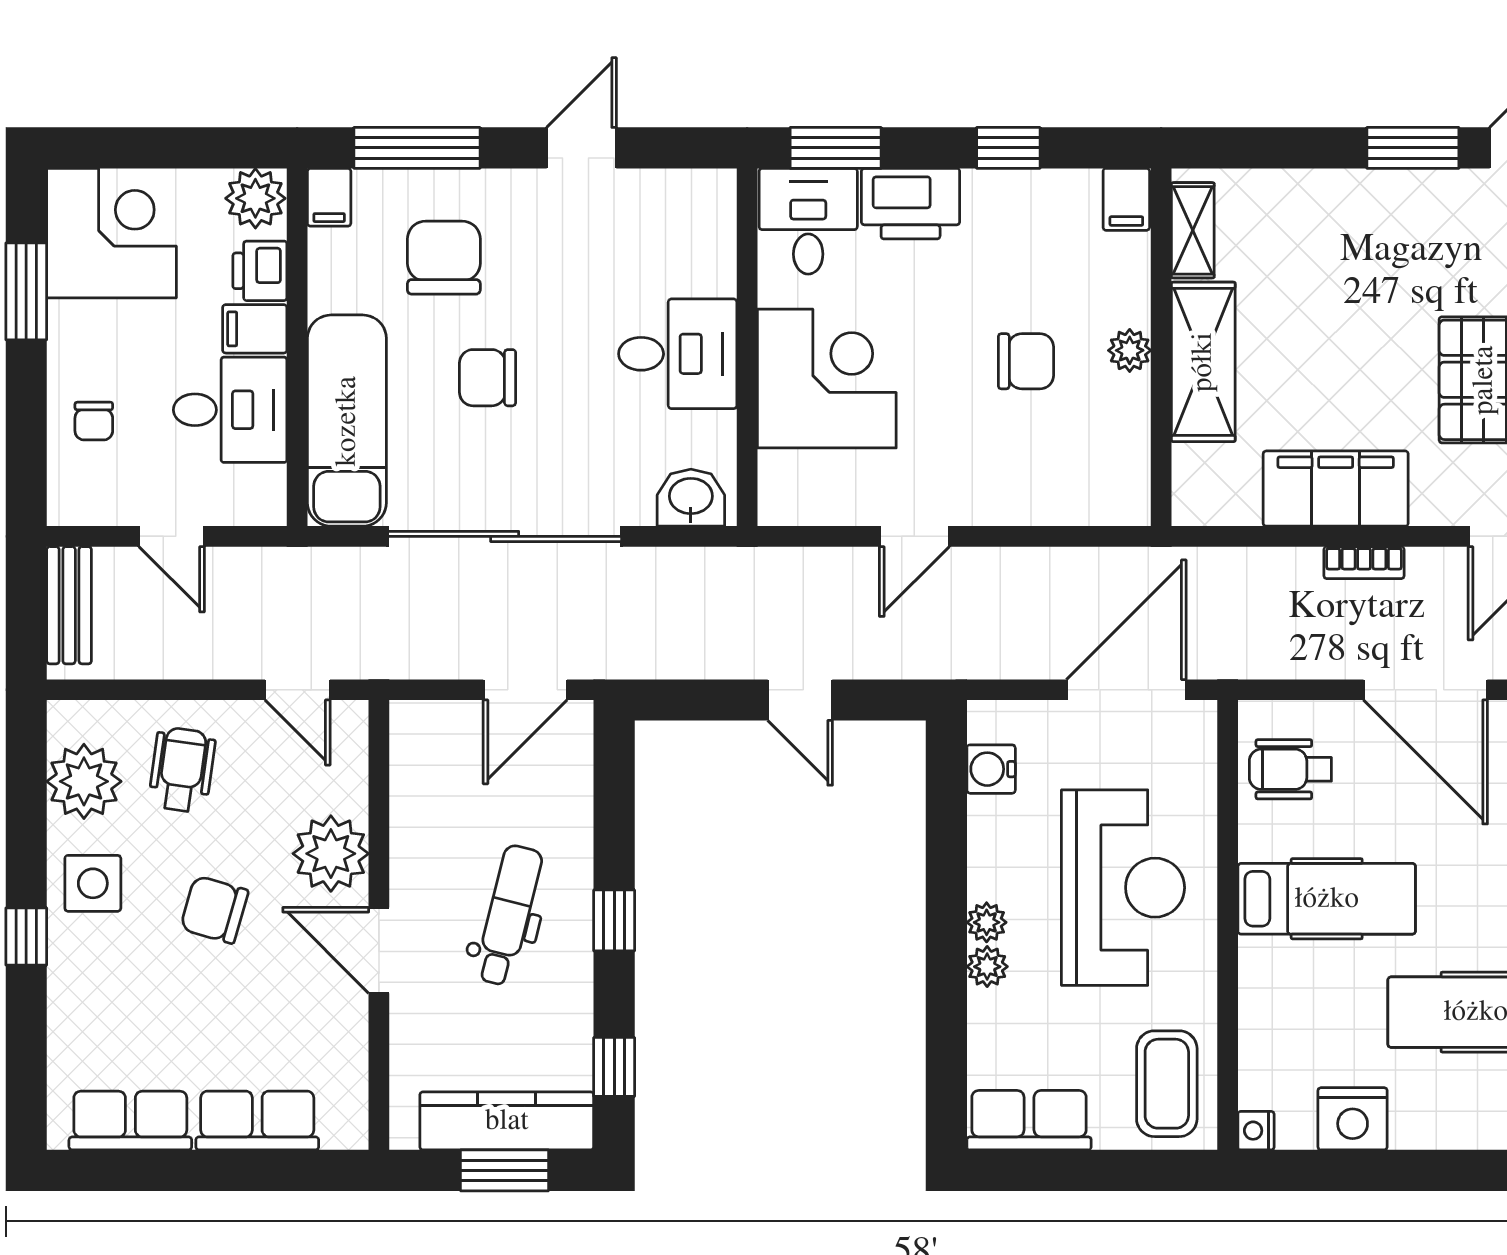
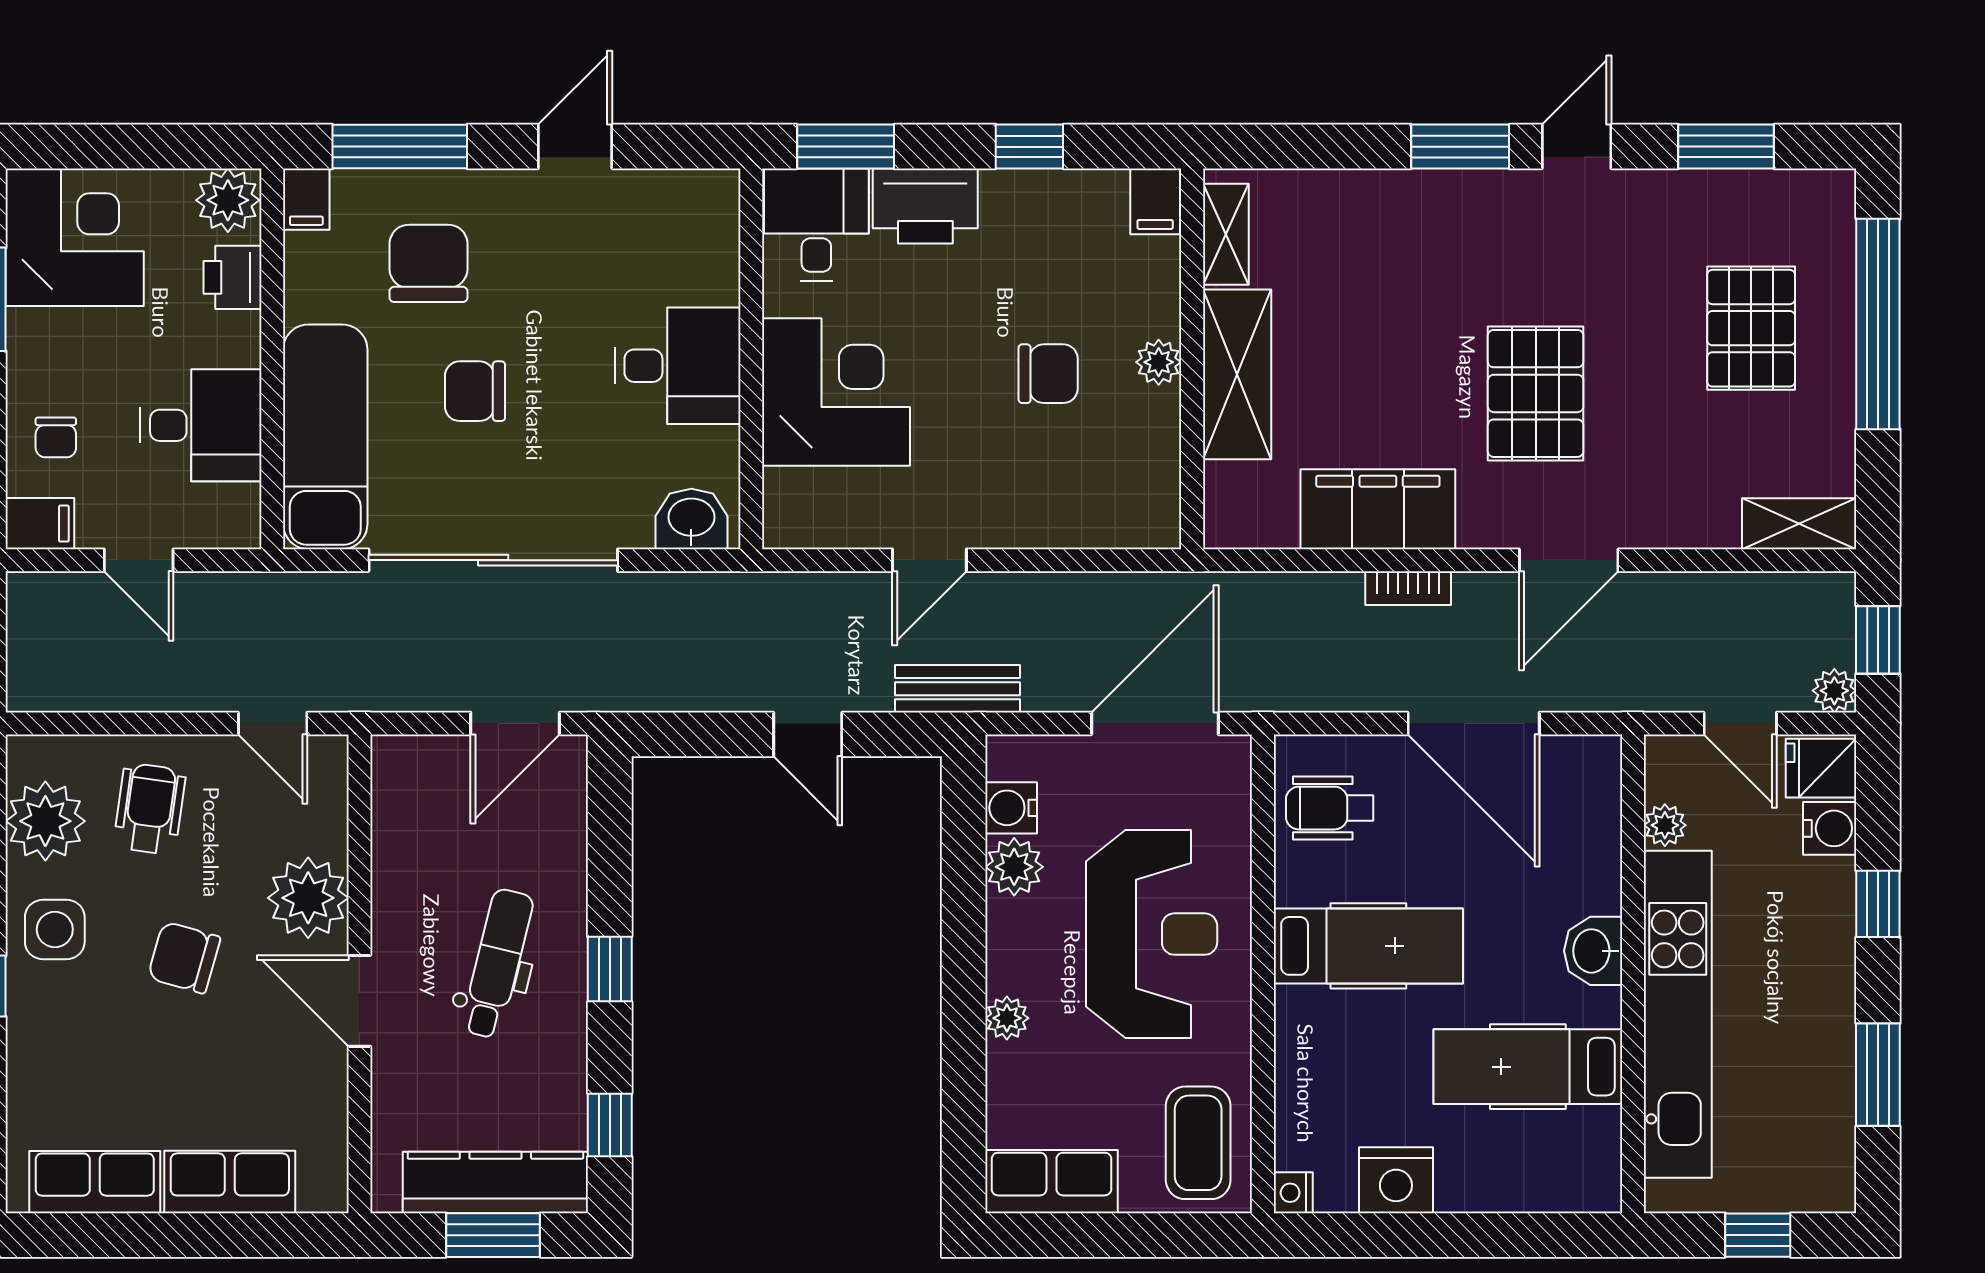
filing cabinet: (255, 329) -> (40, 524), moved, turned 180
bench: (69, 605) -> (958, 689), moved, turned 90
plant: (987, 922) -> (1014, 867), moved, width x1.38, depth x1.38

